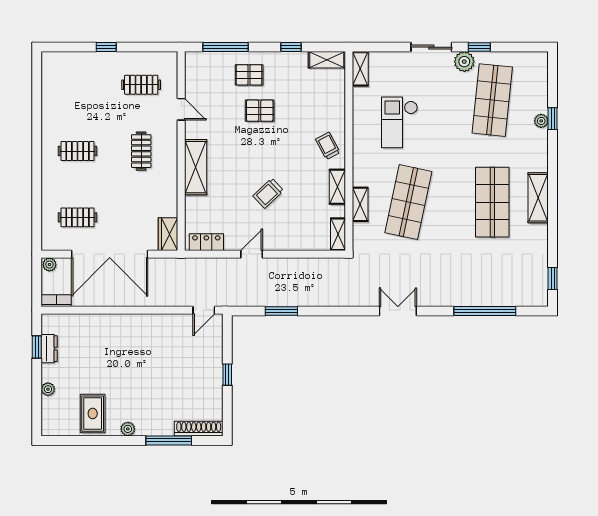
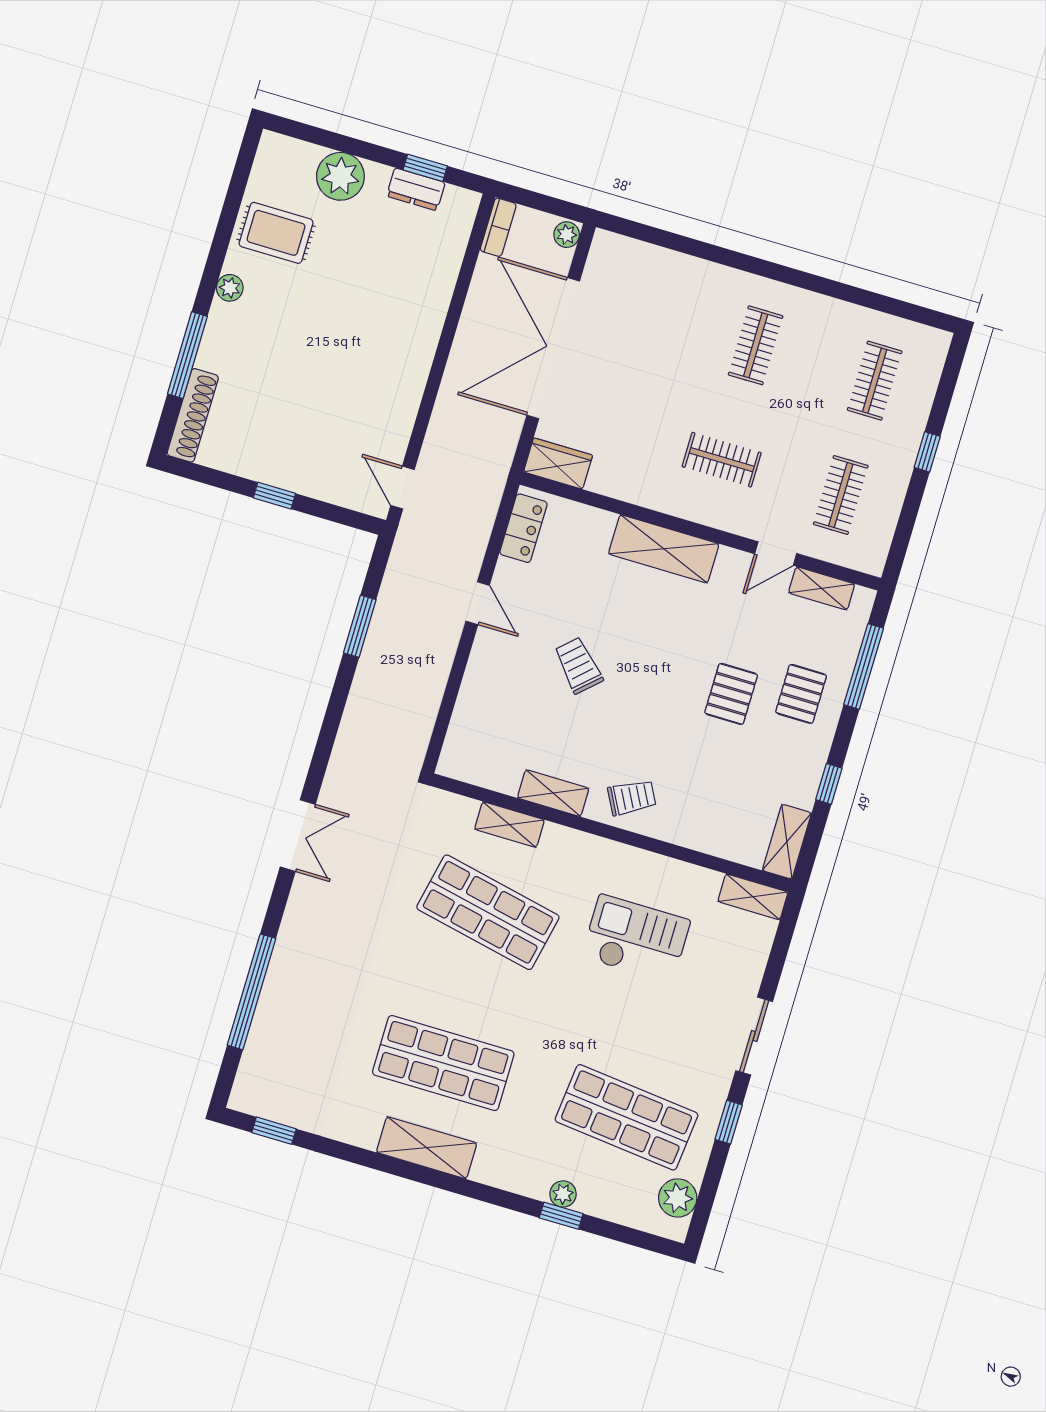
plant: (464, 62) -> (678, 1198), moved
clothes rail: (78, 217) -> (875, 381), moved
shelving: (338, 234) -> (822, 588), moved
plant: (48, 389) -> (340, 176), width x1.88, depth x1.88

